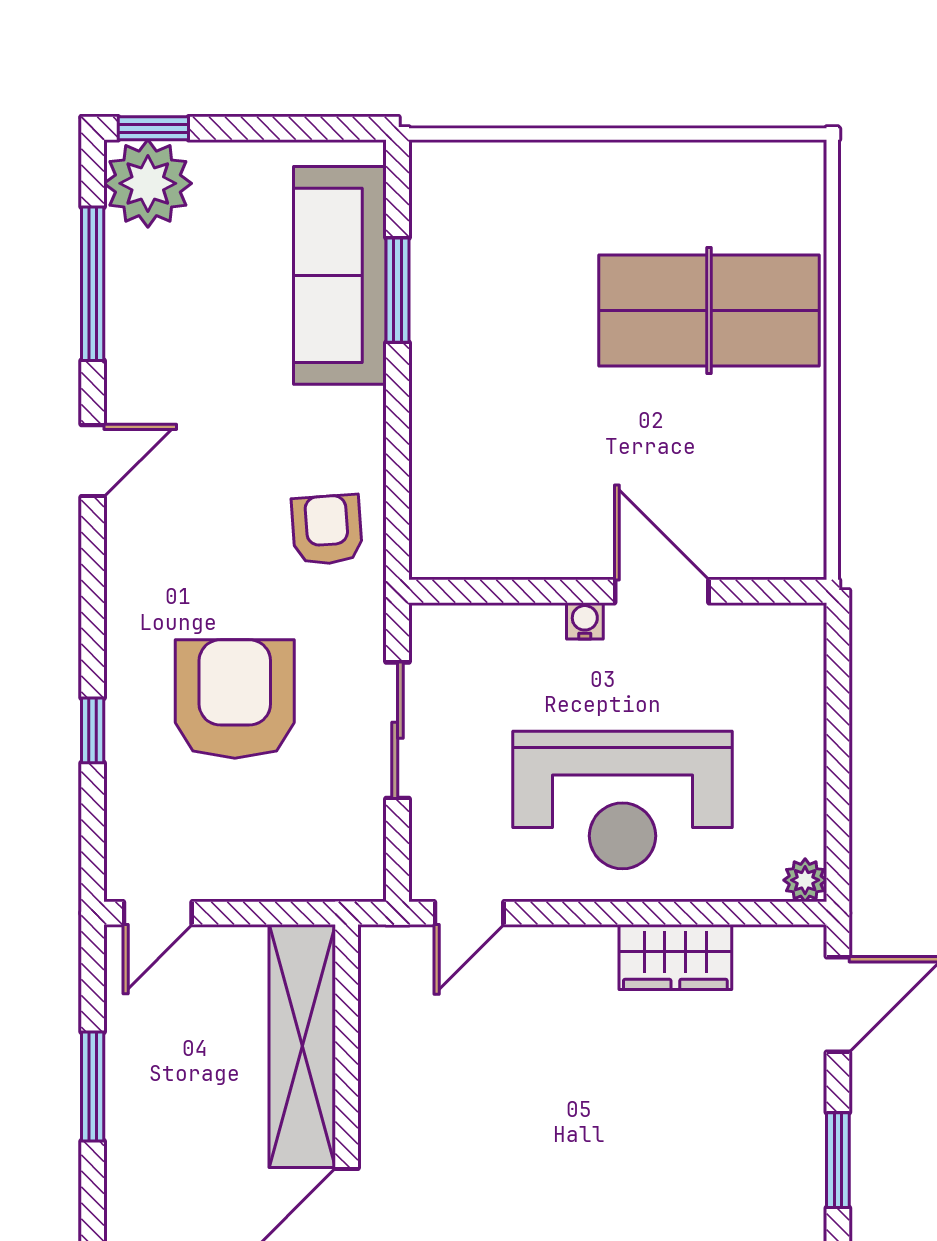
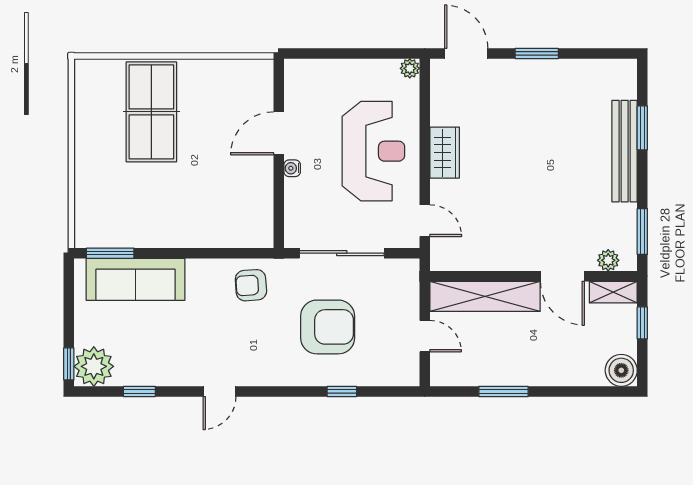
window: (93, 284) -> (139, 391), width x0.46
window: (398, 290) -> (110, 253), moved
door: (93, 461) -> (219, 391), swing flipped
armchair: (235, 699) -> (328, 327), turned 180
sliding door: (398, 730) -> (342, 253), width x1.37
door: (158, 913) -> (425, 336), moved
wardrobe: (675, 957) -> (445, 153), moved

